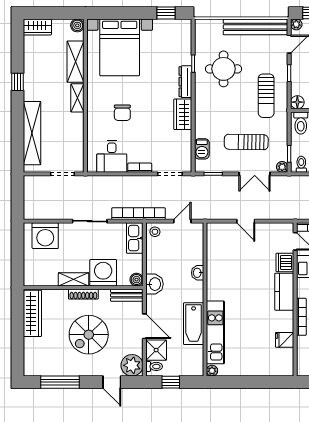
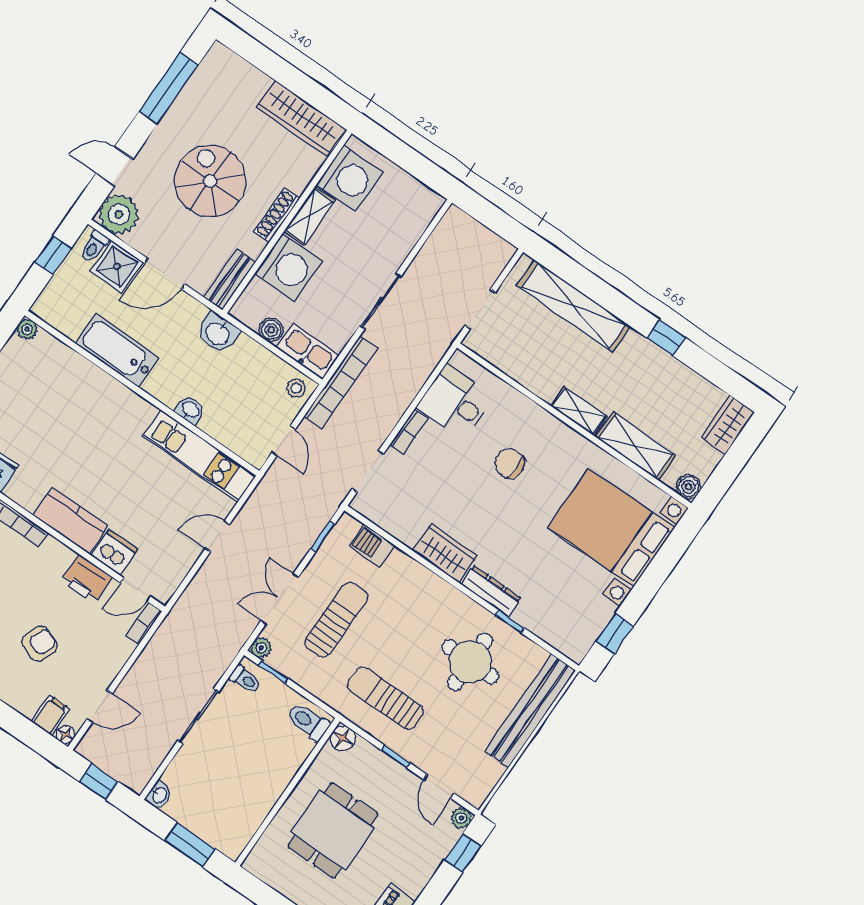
bench: (255, 27) -> (530, 711), moved
washing machine: (45, 236) -> (349, 178), moved, turned 180
boiler: (136, 280) -> (271, 330), moved
kitchen unit: (215, 332) -> (199, 456), moved

